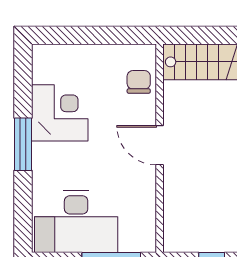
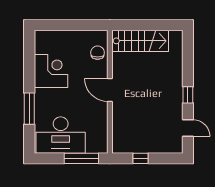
window: (23, 144) -> (29, 109), moved

